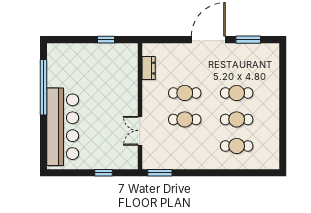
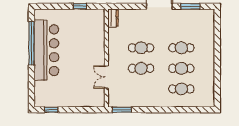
dresser: (149, 68) -> (113, 18), moved
bar counter: (63, 127) -> (46, 50), moved
window: (103, 173) -> (51, 110), moved

